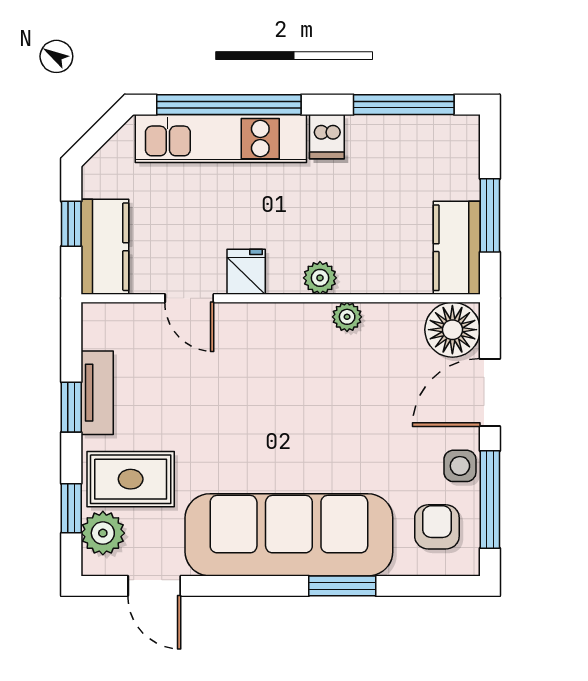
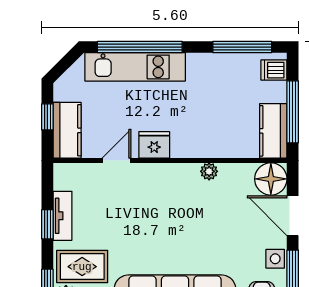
dishwasher: (327, 137) -> (274, 70), moved, turned 90
window: (490, 215) -> (293, 112), width x1.44
fridge: (246, 272) -> (154, 145), width x1.38
plant: (320, 278) -> (193, 149), removed
door: (189, 298) -> (117, 161), swing flipped
door: (490, 393) -> (293, 216), hinge flipped

